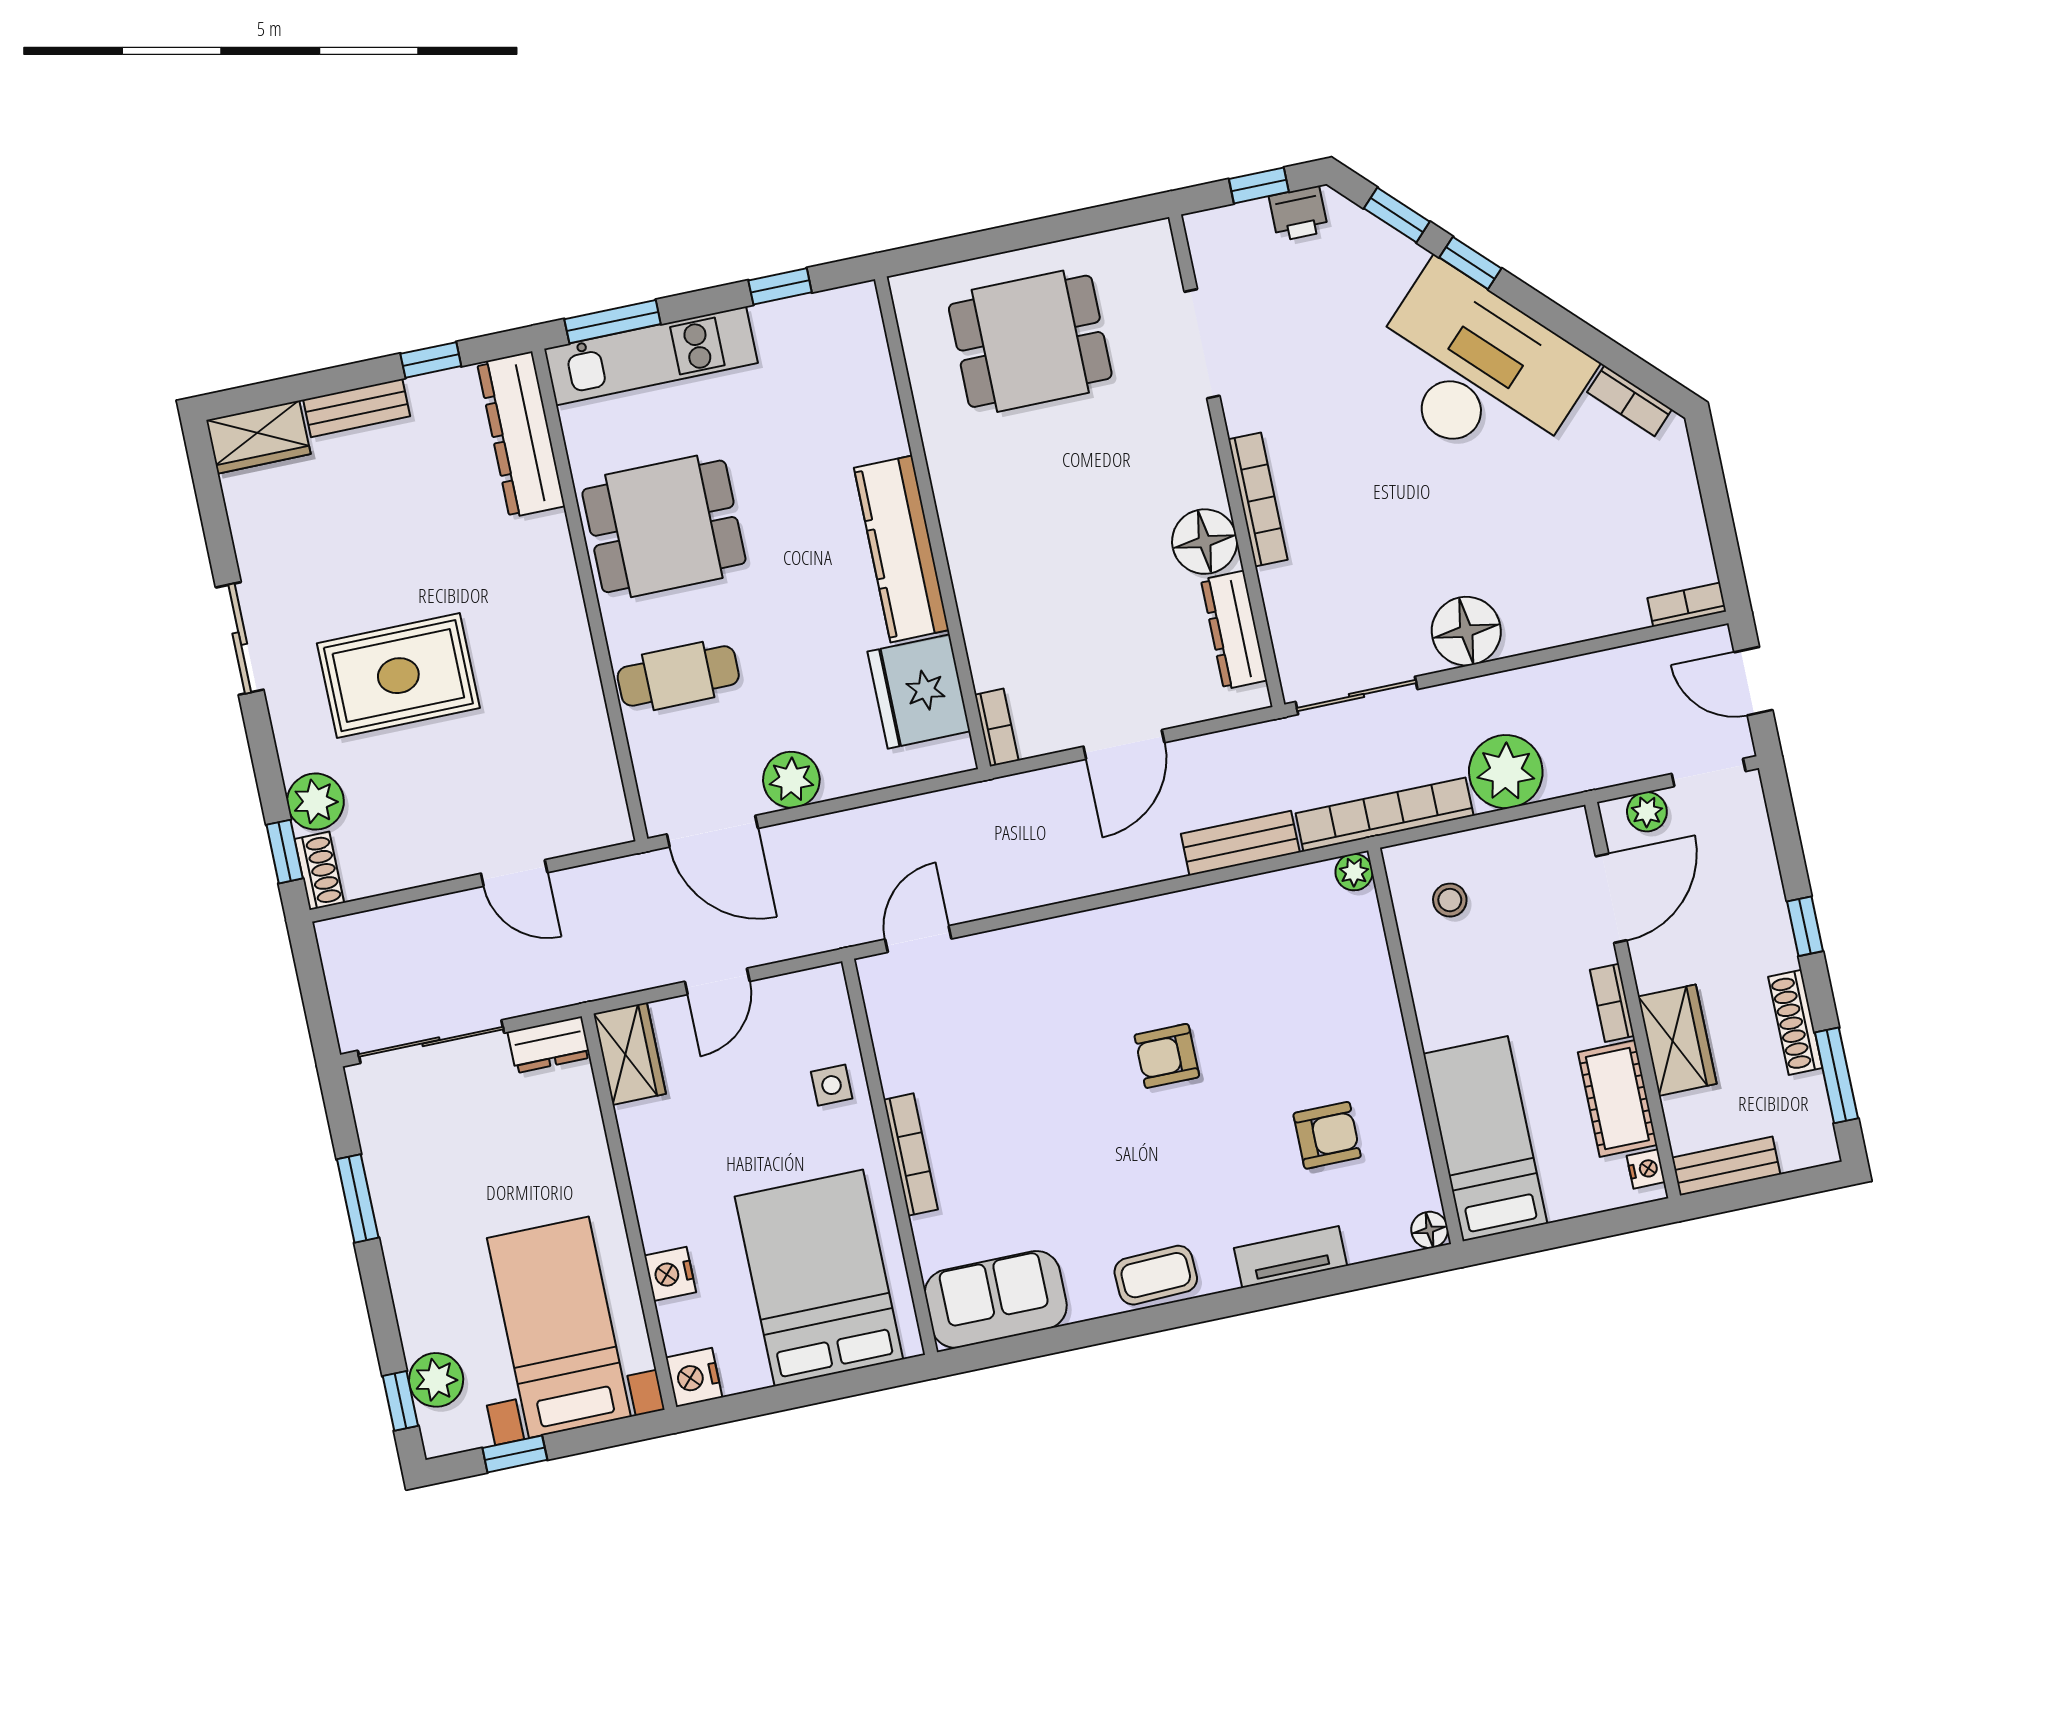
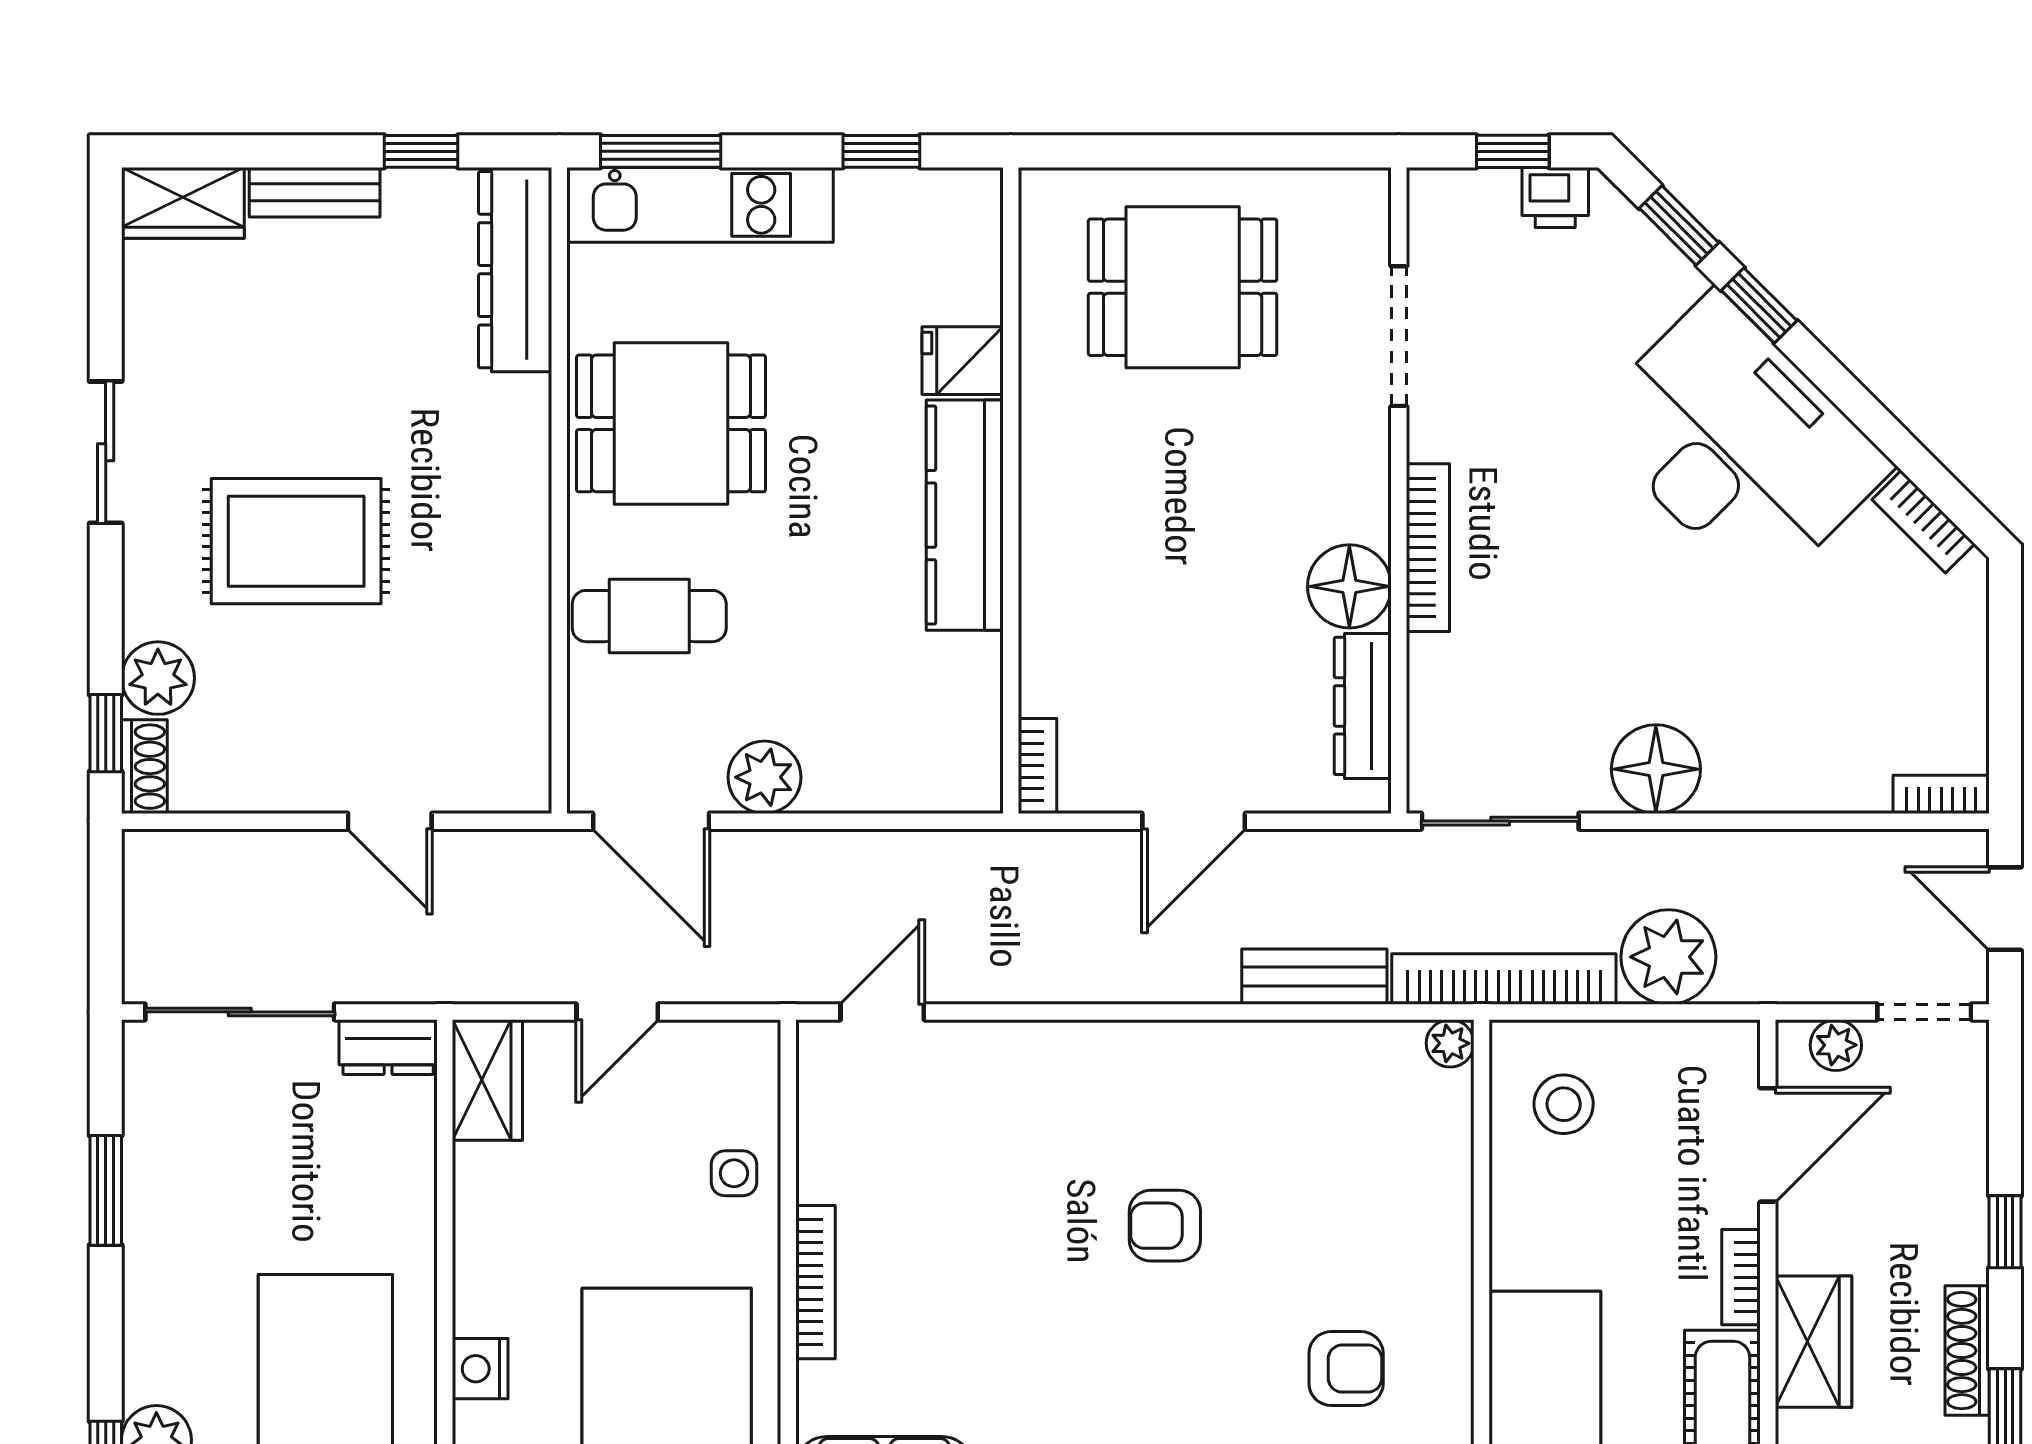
fridge: (919, 691) -> (963, 361), moved, width x0.53, depth x0.75
stool: (1450, 900) -> (1564, 1104), width x1.37, depth x1.37

